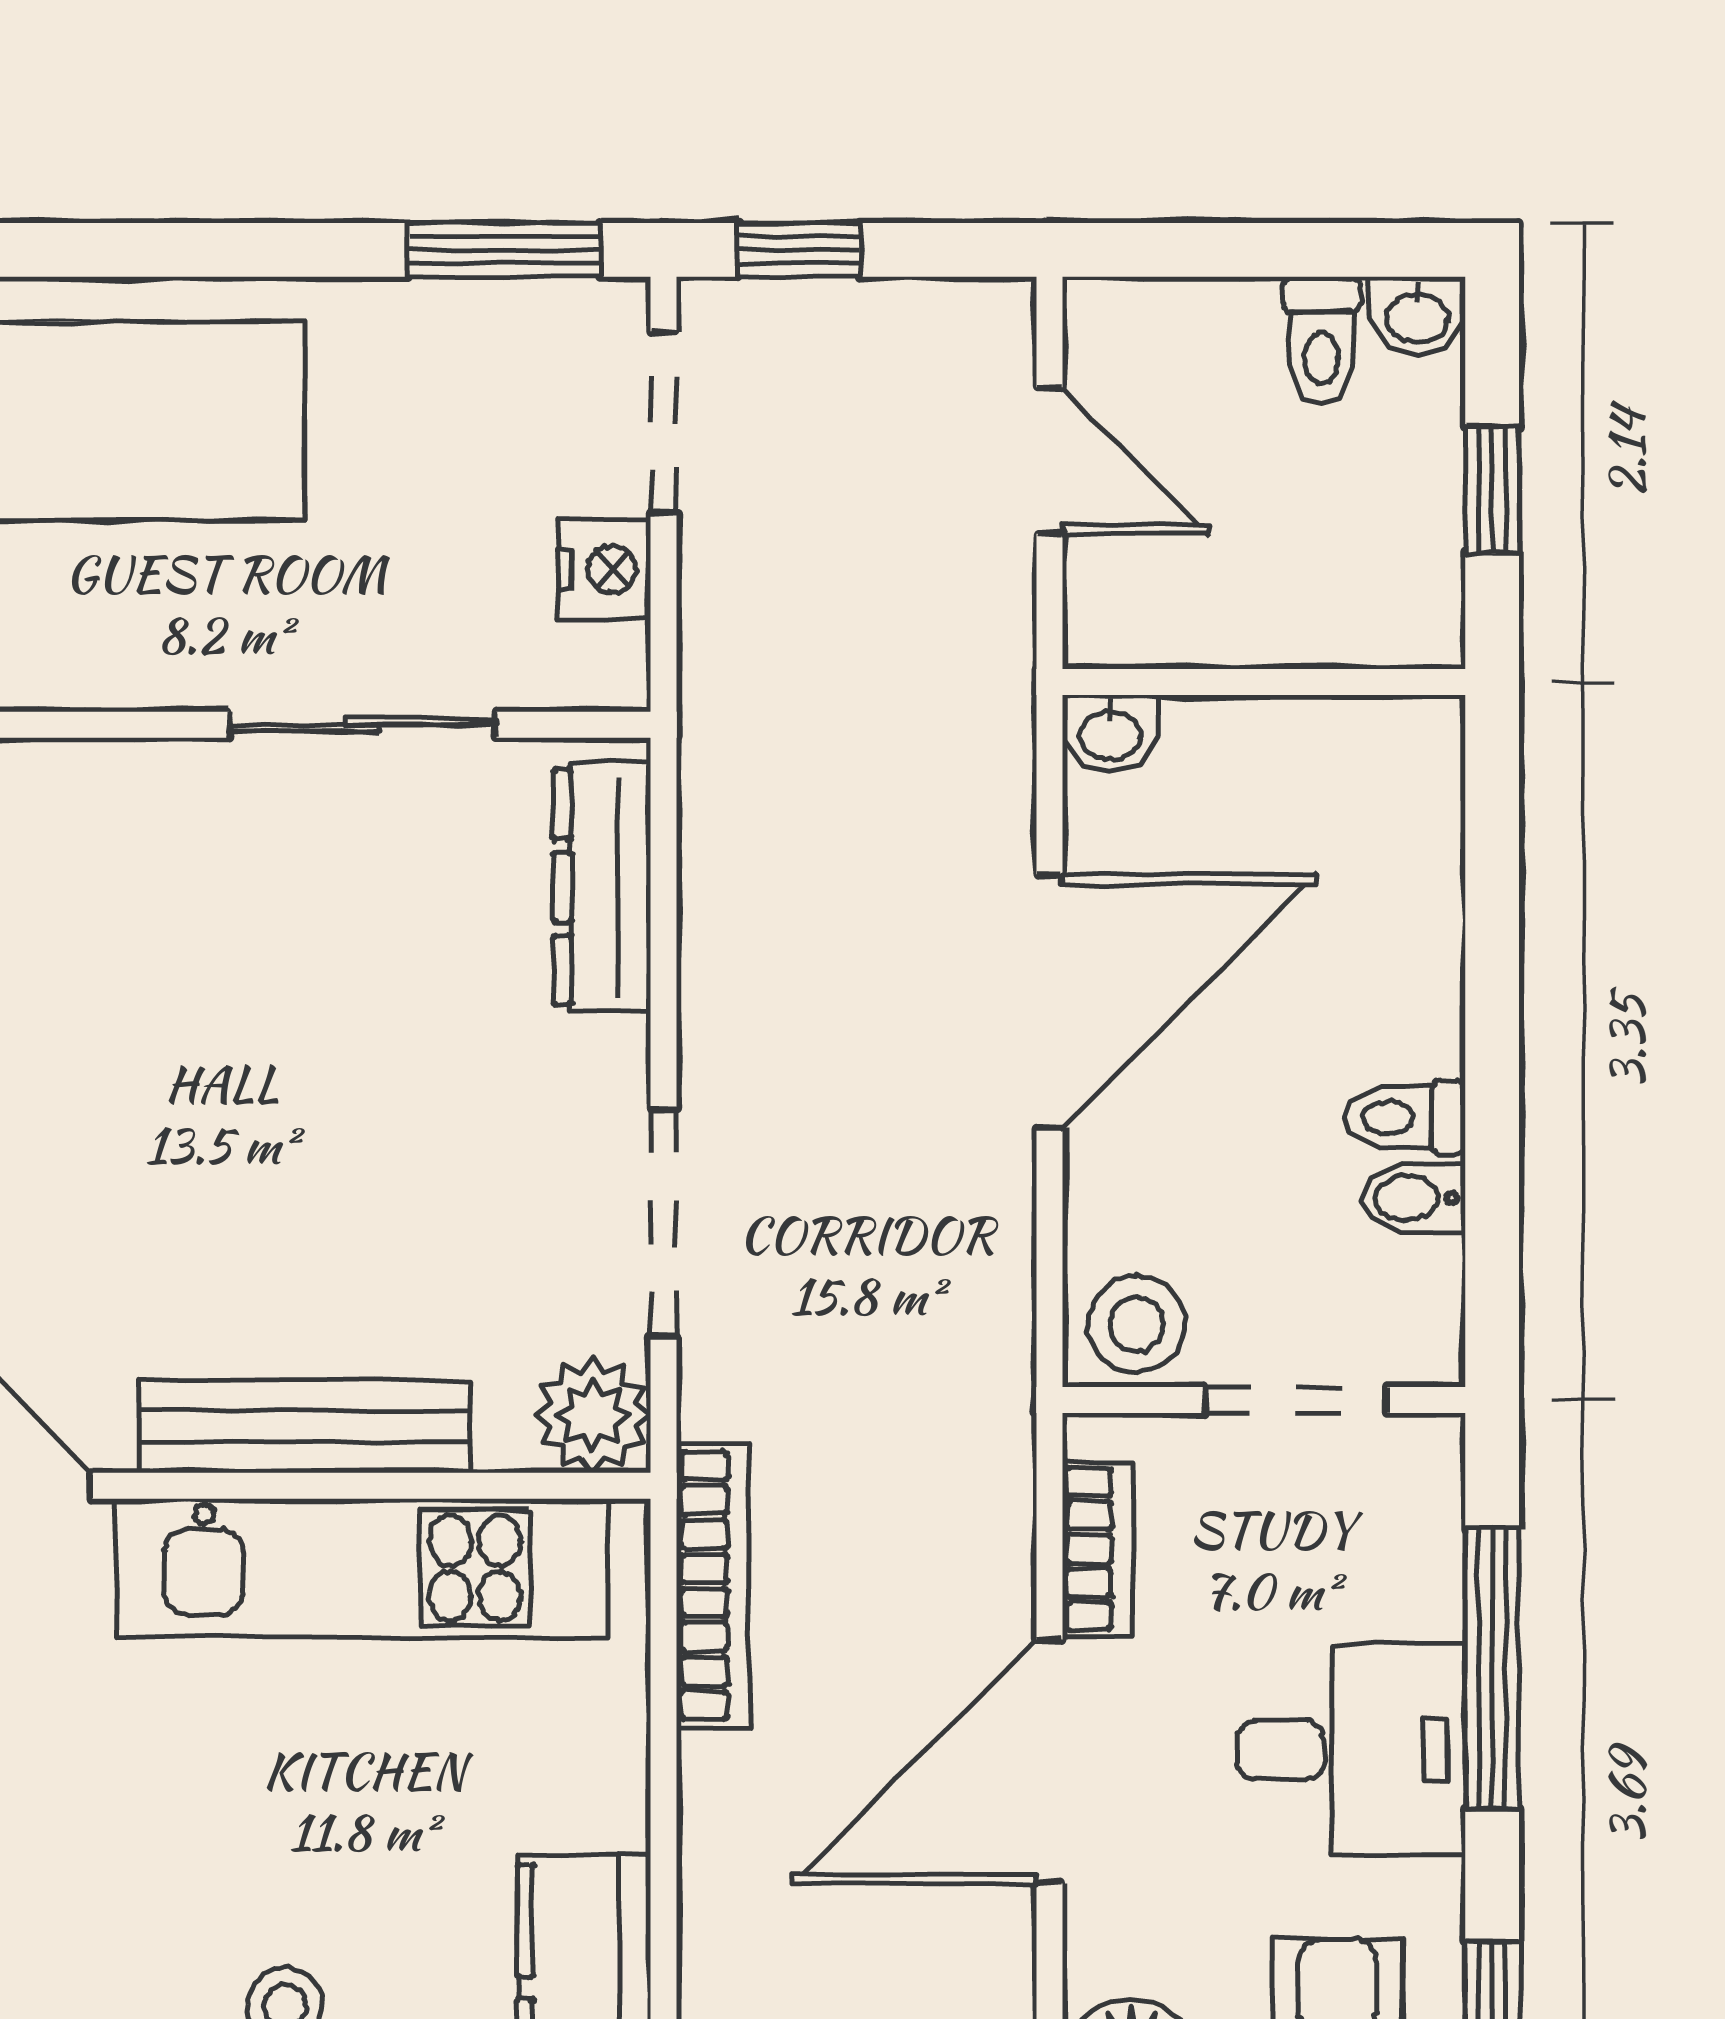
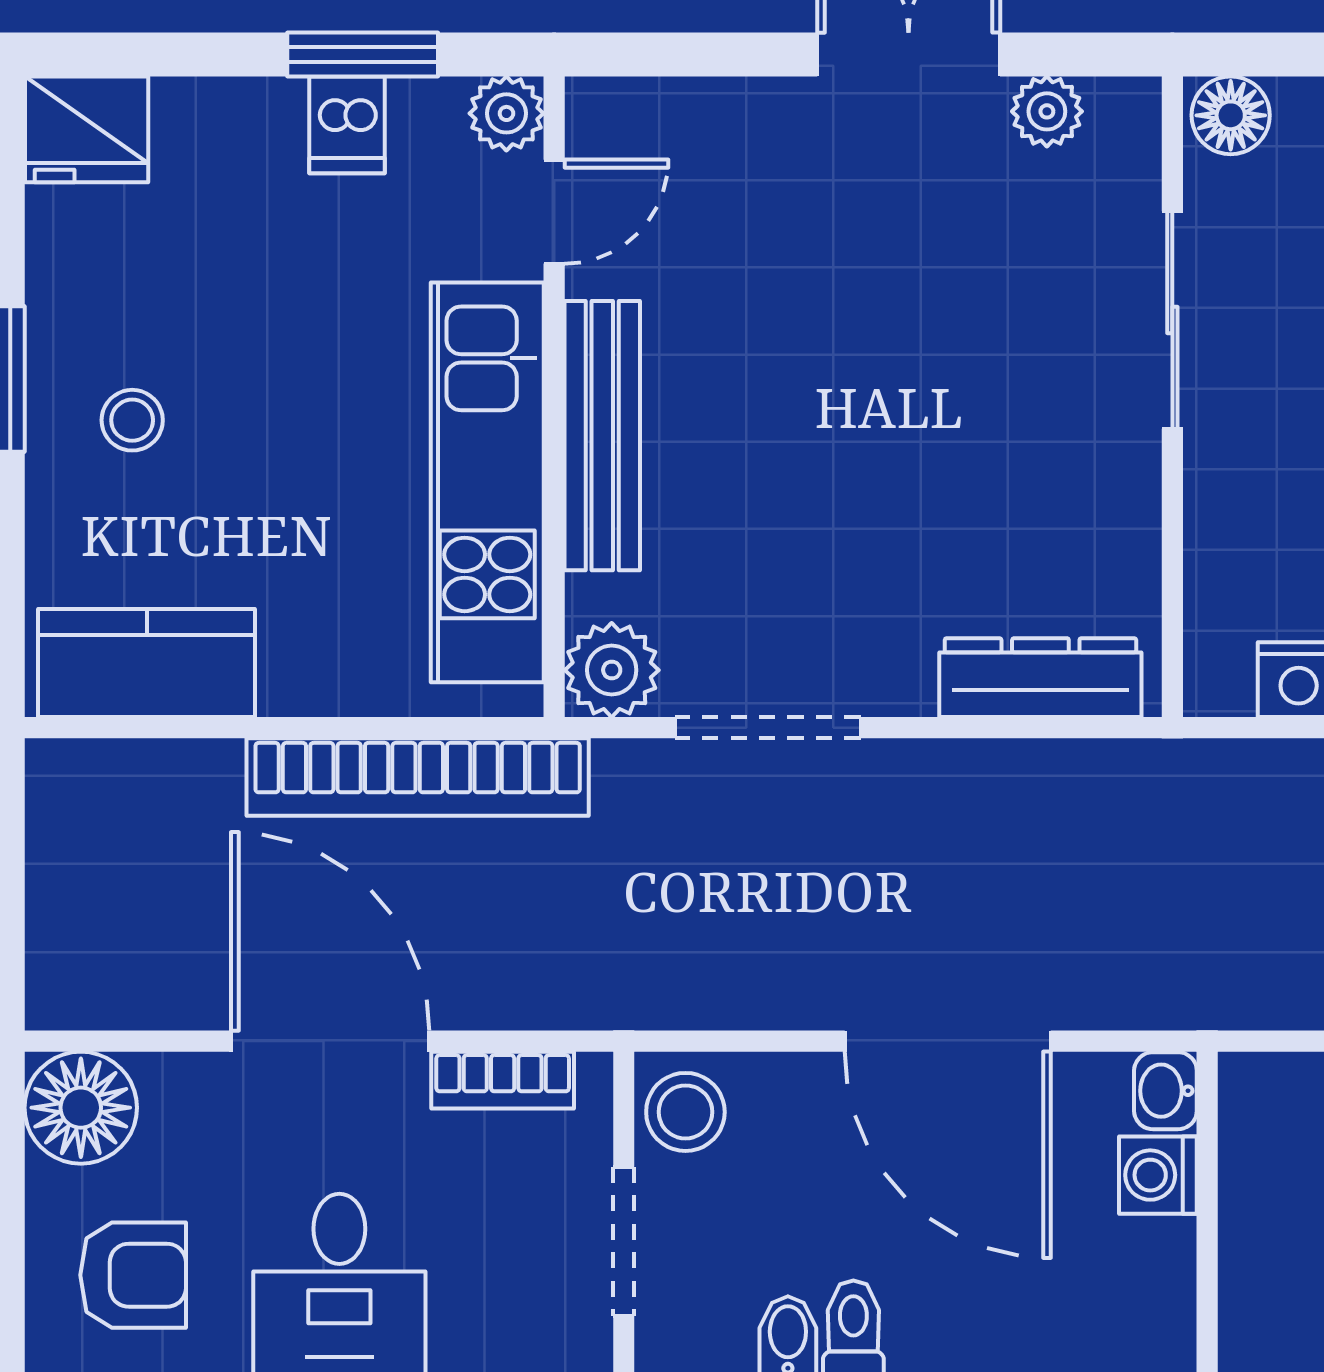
sliding door: (363, 725) -> (1172, 320), moved
washing machine: (1214, 742) -> (1158, 1175), added
bookcase: (713, 1586) -> (418, 777), width x1.48, depth x1.31

